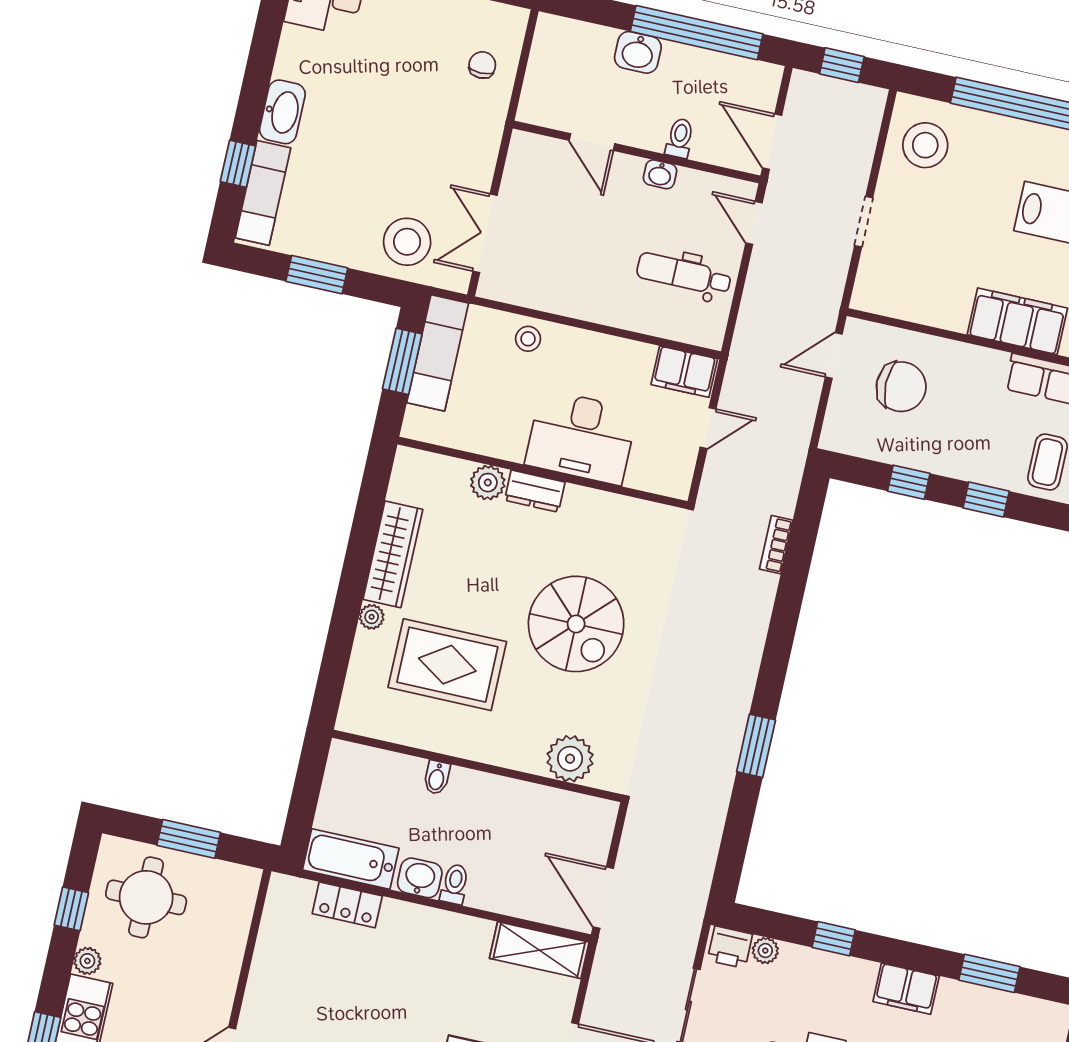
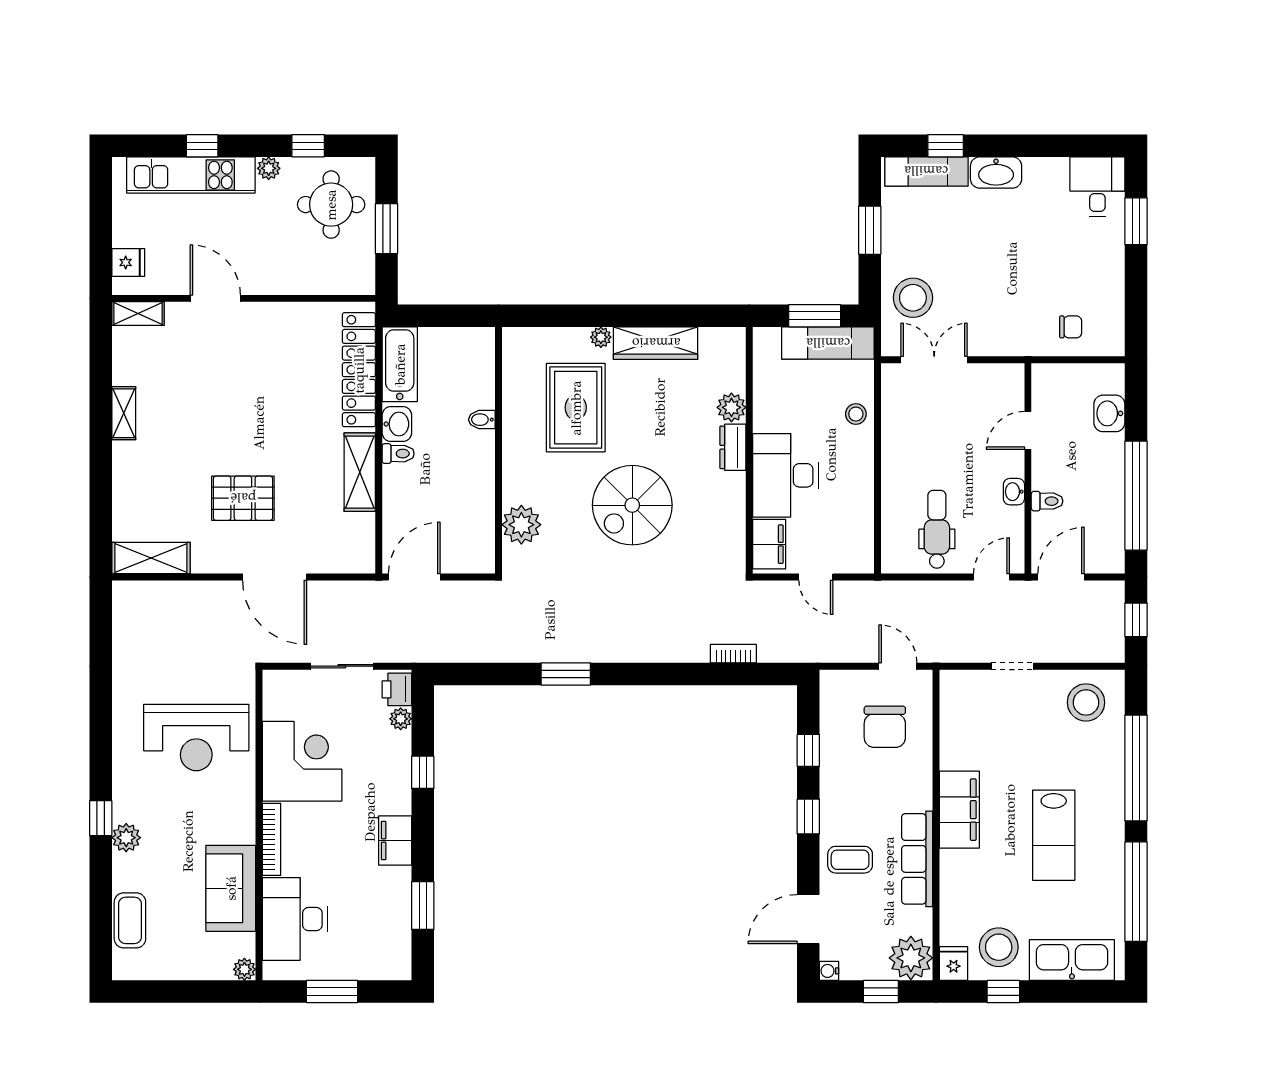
washbasin: (638, 52) -> (1109, 413), moved
filing cabinet: (684, 372) -> (769, 544), moved, turned 180
locker: (347, 905) -> (359, 370), width x2.16, depth x1.21
shelving: (539, 950) -> (360, 472), moved

